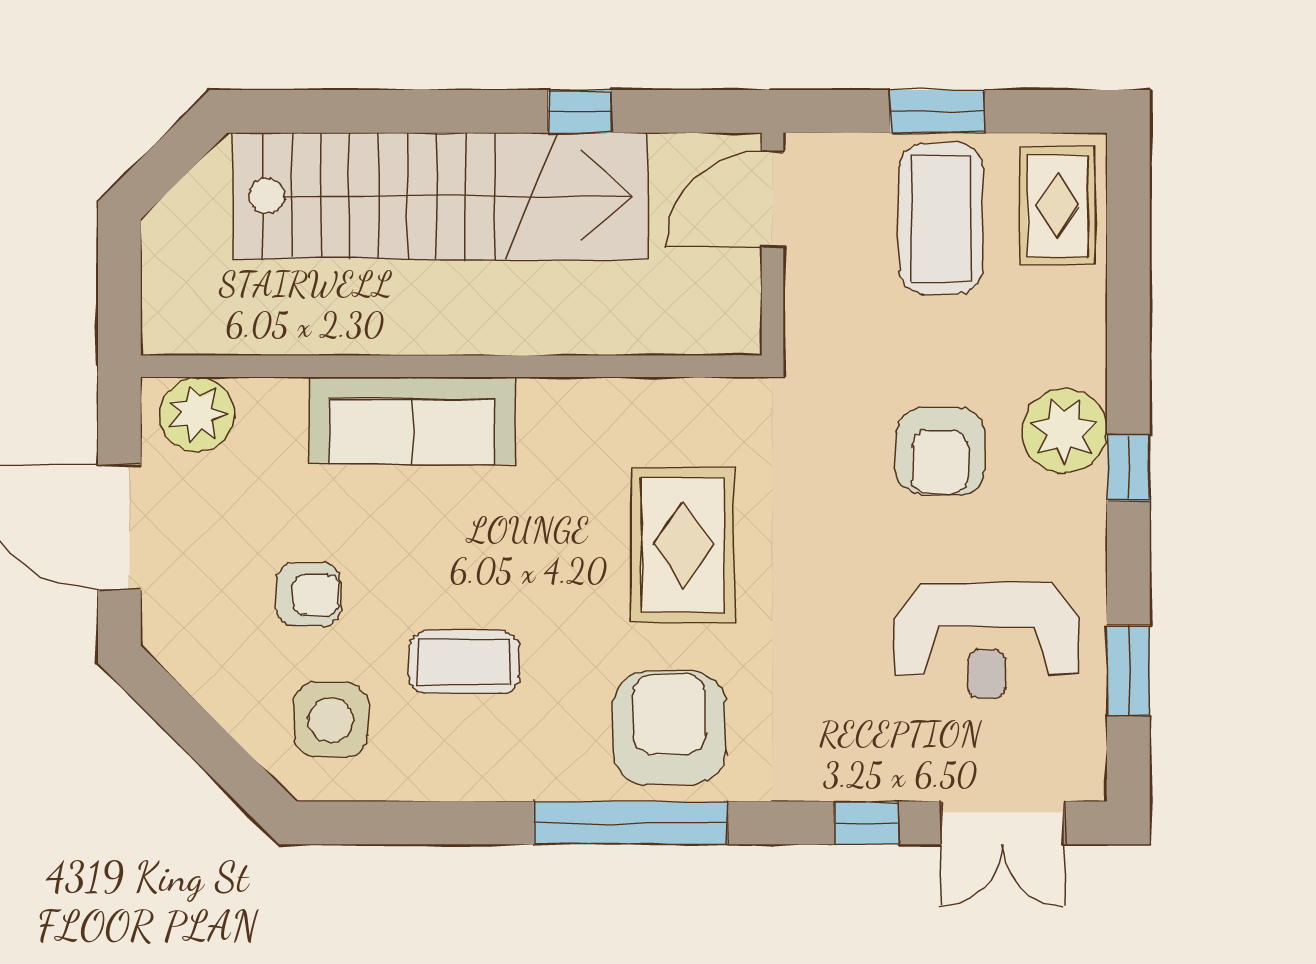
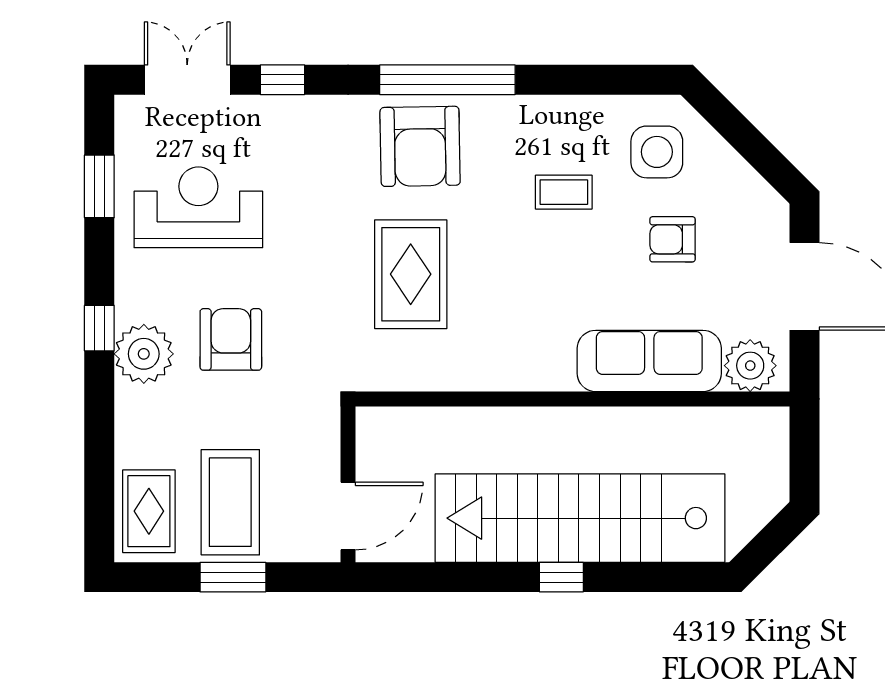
window: (580, 111) -> (561, 577), moved
sofa: (412, 421) -> (649, 361), moved
coffee table: (464, 662) -> (564, 192), width x0.73, depth x0.77

